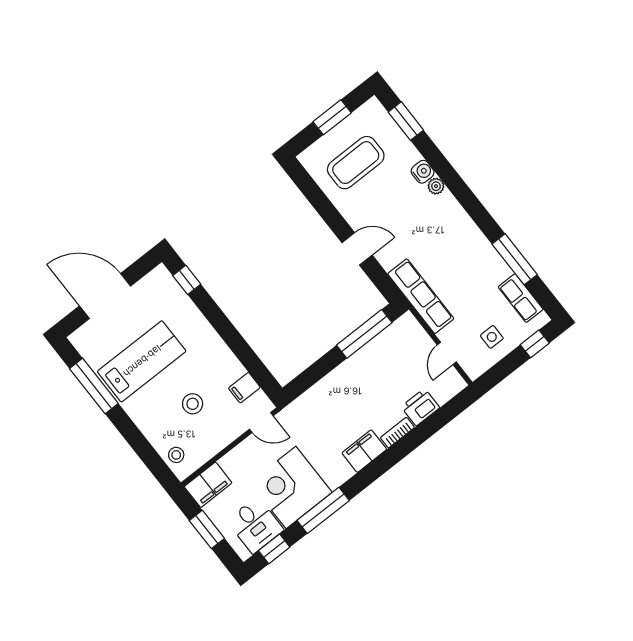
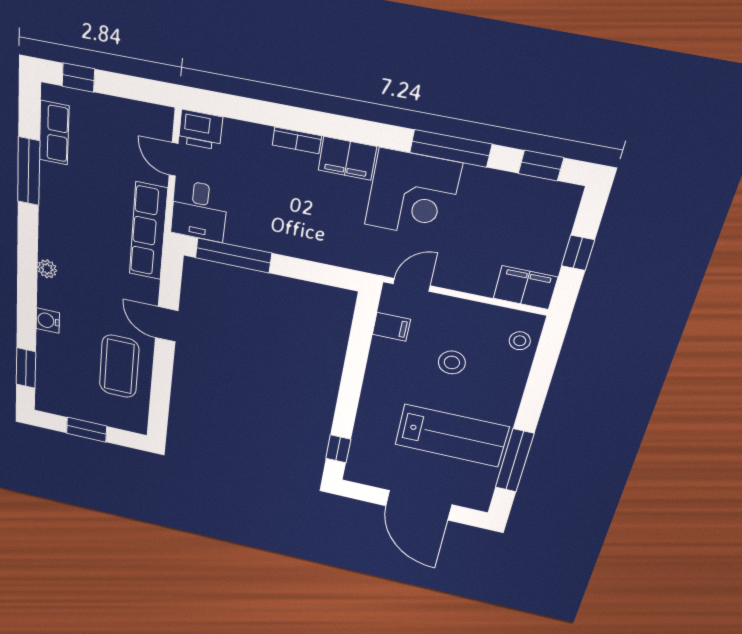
coffee table: (356, 163) -> (119, 366), moved, turned 90
plant: (436, 186) -> (47, 269), moved
side table: (492, 337) -> (115, 128), removed
door: (447, 353) -> (174, 159), swing flipped
lab bench: (142, 361) -> (451, 436), turned 180
printer: (420, 407) -> (200, 130), moved
door: (261, 422) -> (412, 285), hinge flipped
corner desk: (291, 487) -> (413, 194), moved
desk: (255, 525) -> (199, 211), moved, turned 180
window: (207, 529) -> (578, 253), width x0.67

